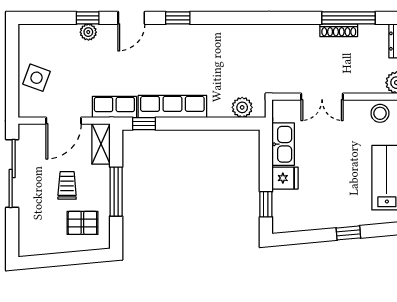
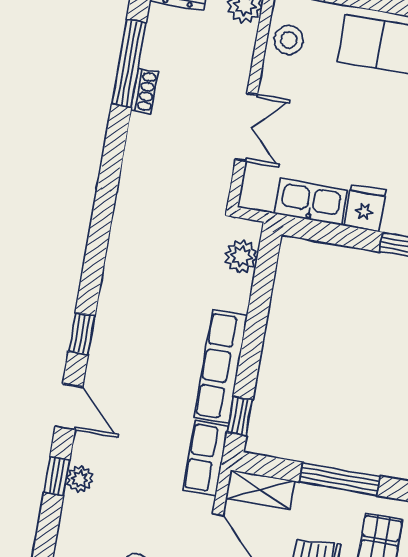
shoe rack: (339, 30) -> (144, 91), width x0.70

